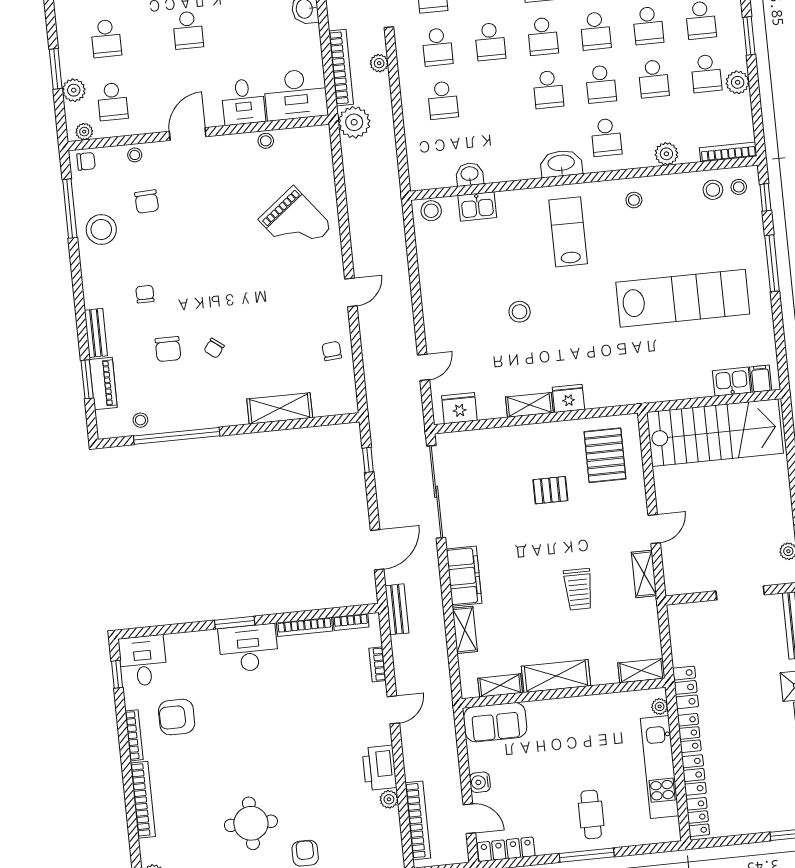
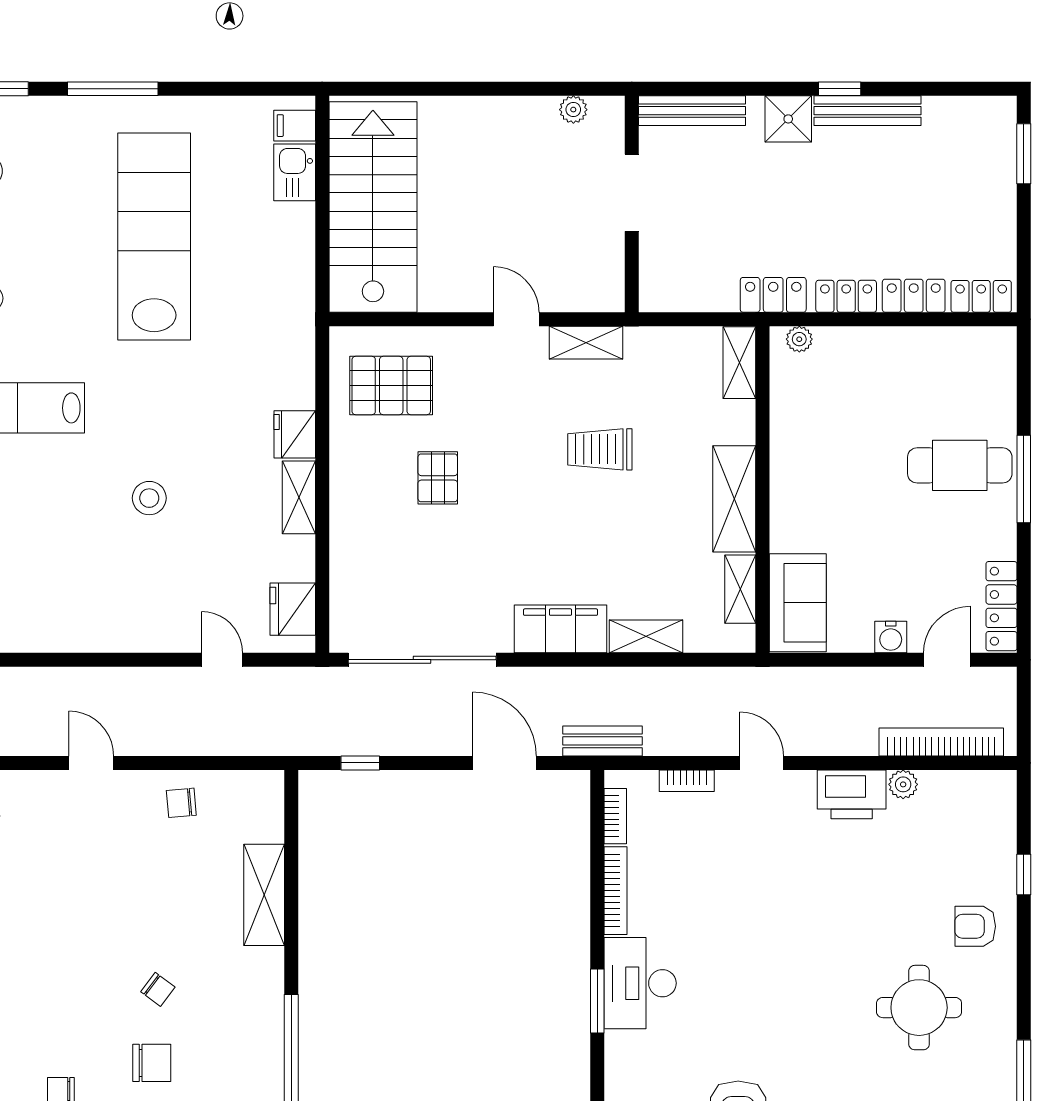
trolley: (578, 589) -> (600, 449), turned 180
kitchen unit: (660, 767) -> (896, 349), removed
cafe table: (591, 814) -> (960, 465), width x1.37, depth x1.35

